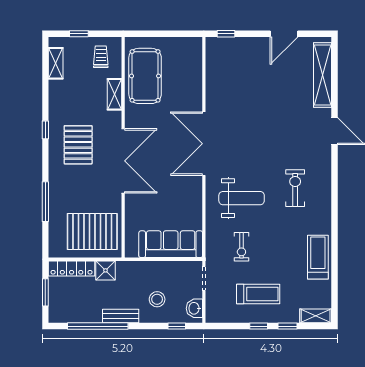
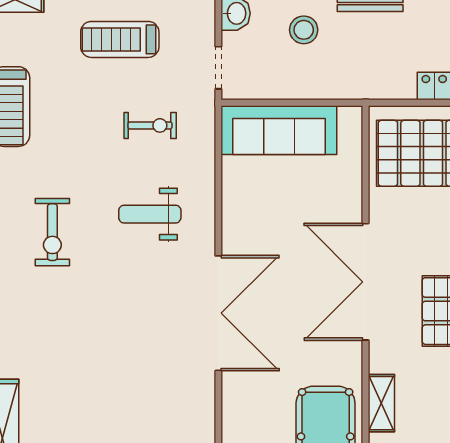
weight bench: (242, 198) -> (150, 214), width x0.73, depth x0.75
exercise bike: (241, 247) -> (150, 125), turned 90
shower: (106, 270) -> (398, 82), removed

